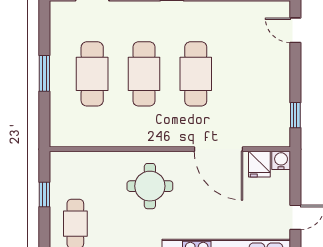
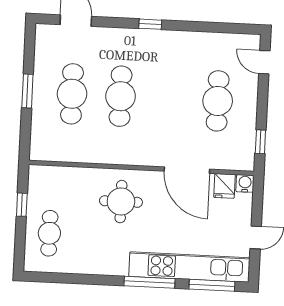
cafe table: (196, 74) -> (218, 101), moved

